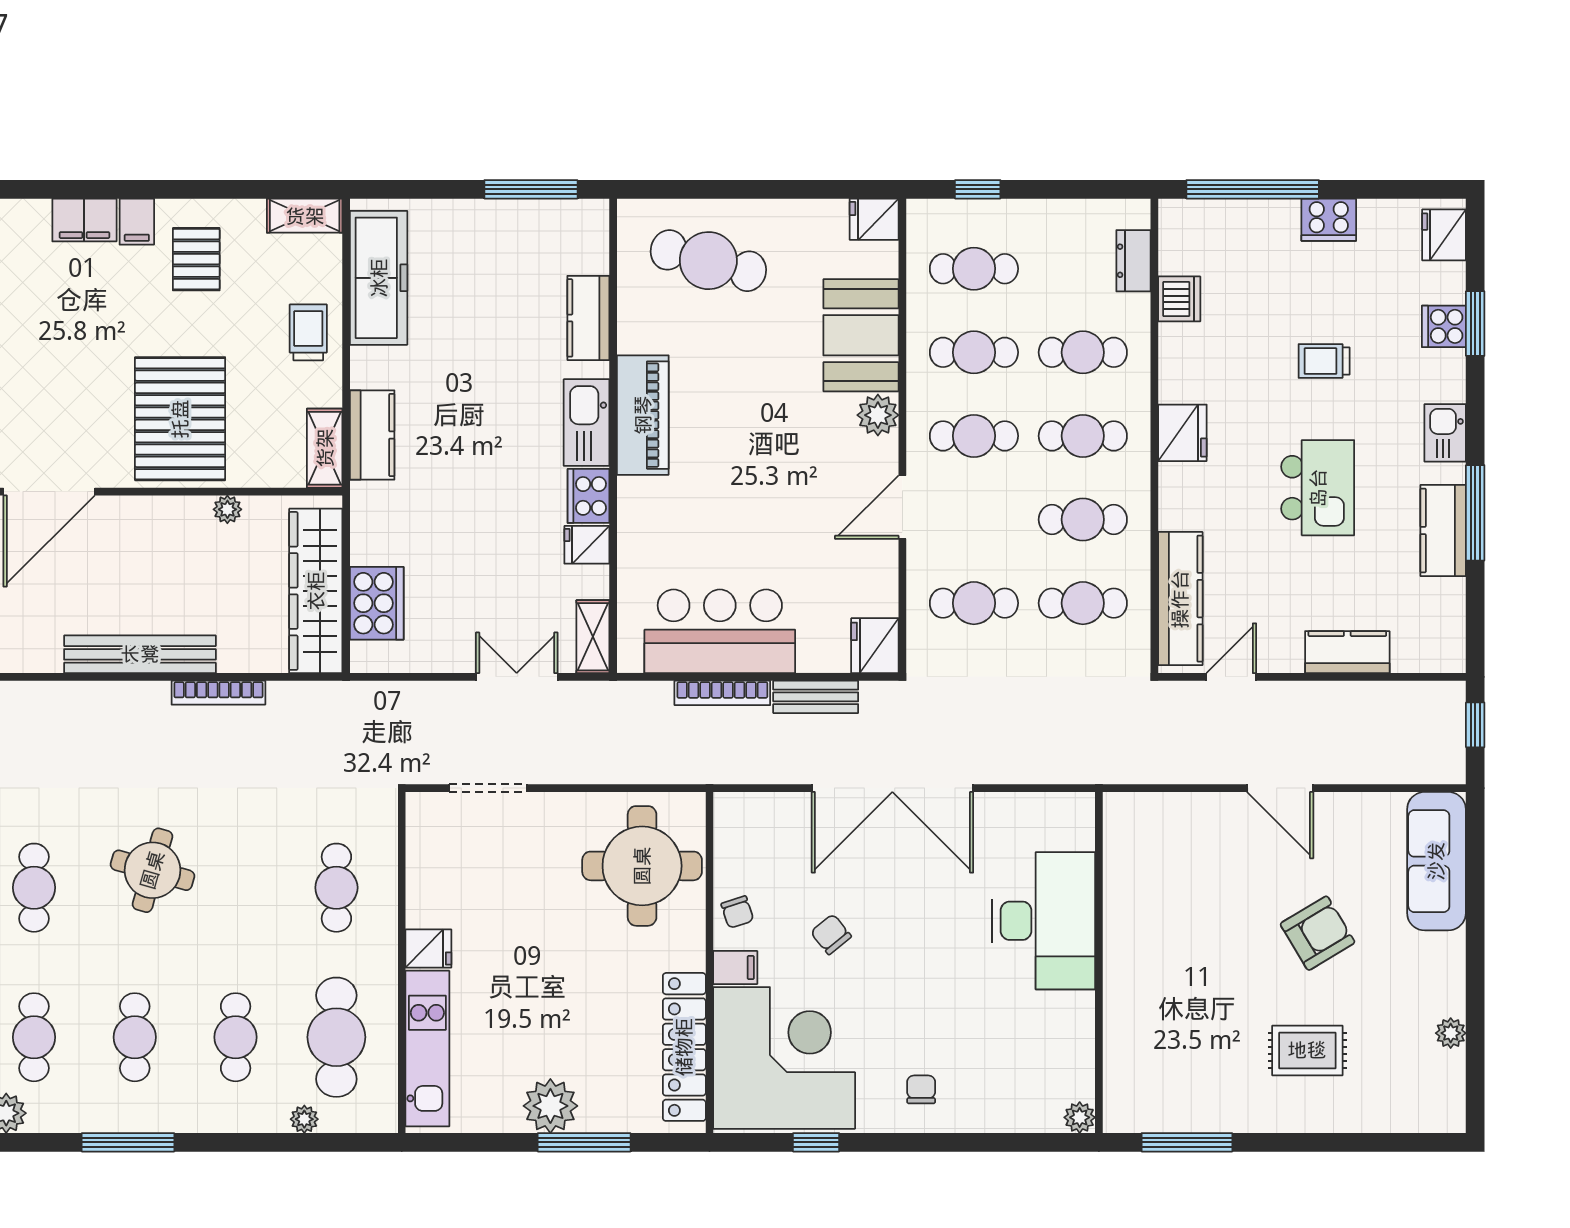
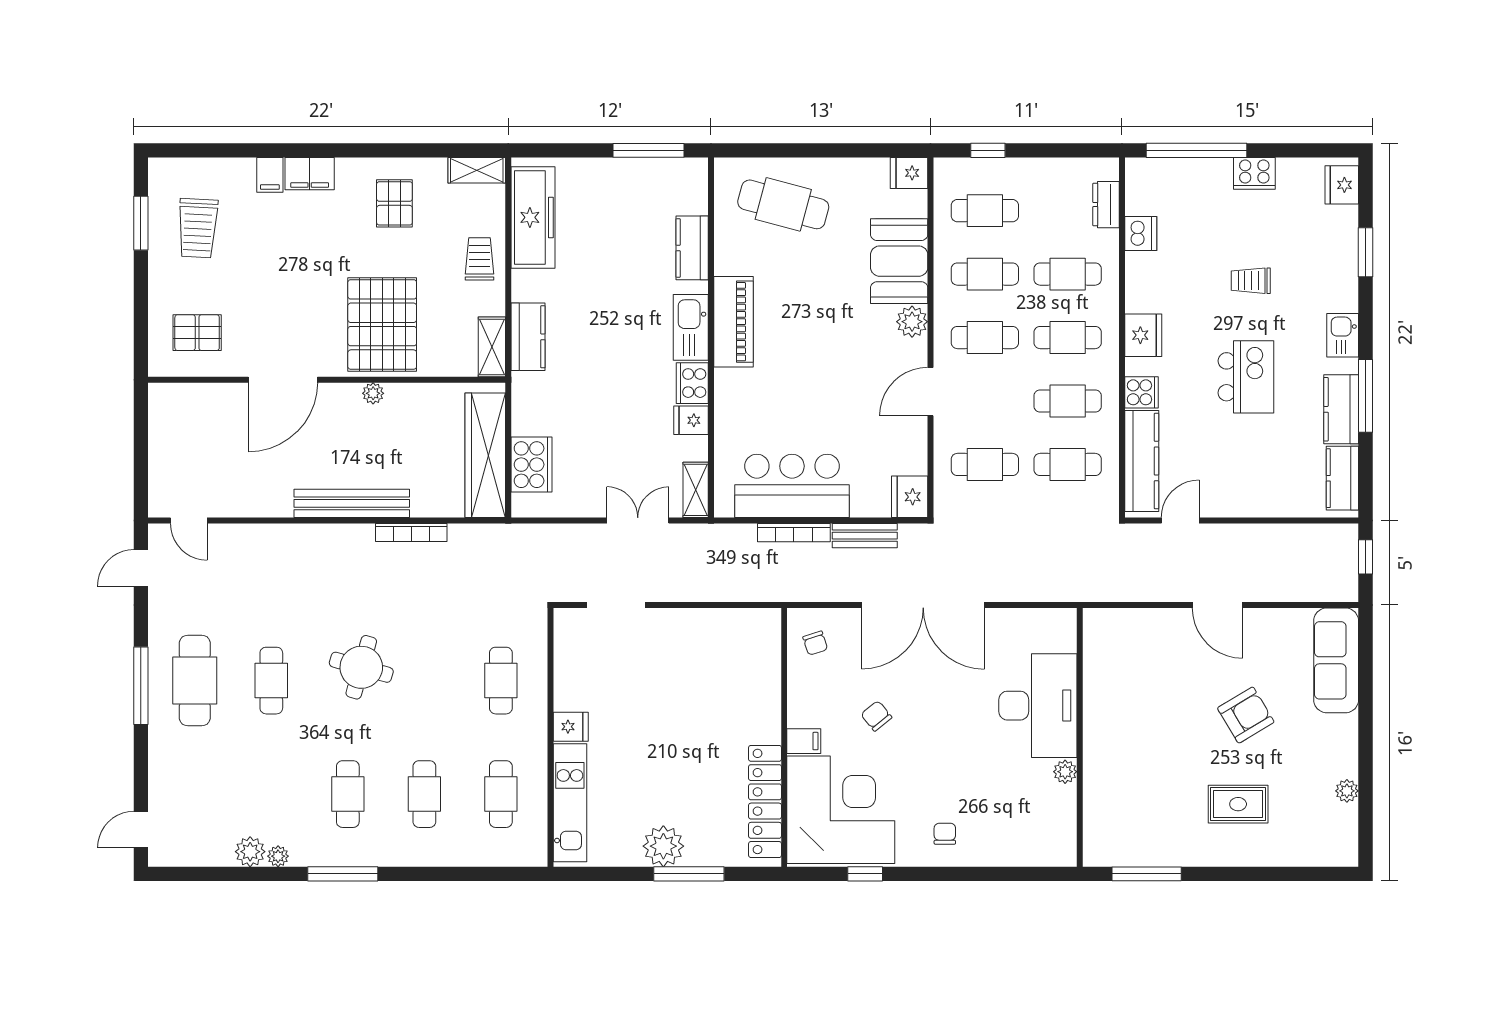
filing cabinet: (137, 222) -> (270, 175), moved
cooker: (1444, 326) -> (1141, 392), moved, turned 180
plant: (227, 509) -> (373, 393), moved
kitchen counter: (1347, 652) -> (1342, 478), moved, turned -90
round table: (642, 866) -> (733, 664), removed
chair: (737, 912) -> (815, 643), moved
cafe table: (34, 1037) -> (271, 794), removed
cafe table: (336, 1037) -> (501, 794), width x0.73, depth x0.74
plant: (1080, 1117) -> (1065, 772), moved
plant: (304, 1119) -> (278, 856), moved

